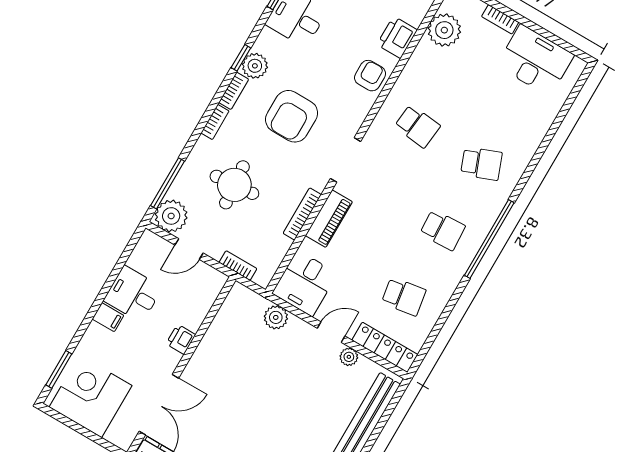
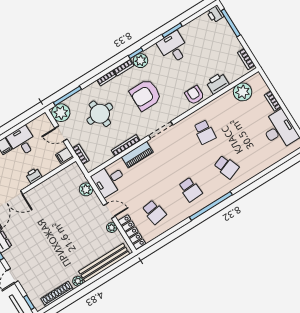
armchair: (370, 76) -> (194, 95), turned -90
filing cabinet: (212, 281) -> (64, 155), added

